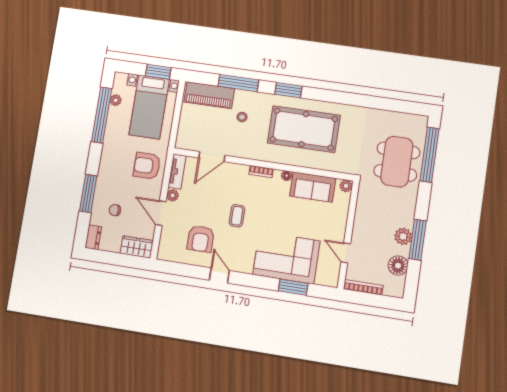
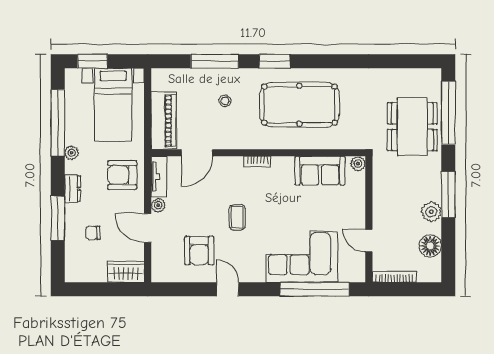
window: (158, 72) -> (92, 61), moved
piano: (209, 95) -> (164, 121), moved, turned -90
plant: (116, 100) -> (72, 153), moved
floor lamp: (287, 176) -> (288, 162), removed
dresser: (93, 237) -> (73, 189), moved
window: (418, 240) -> (448, 195), moved
window: (293, 287) -> (315, 289), width x2.11

